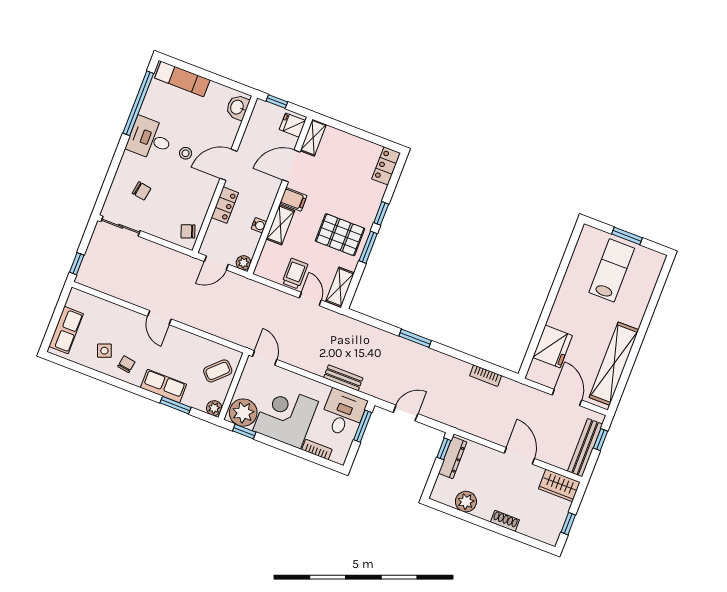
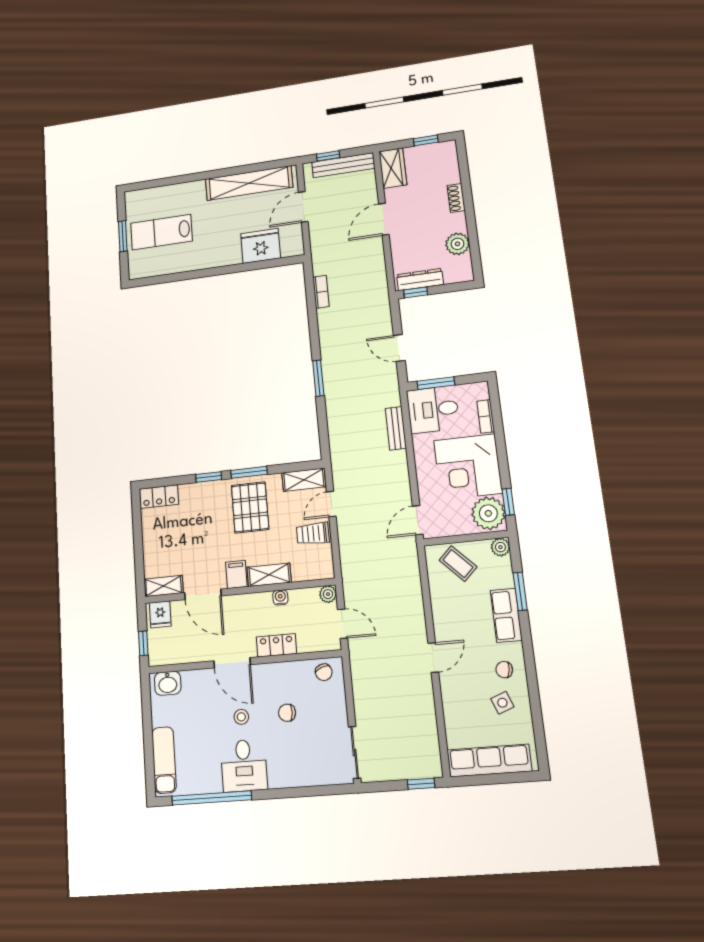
chair: (141, 191) -> (287, 713), moved, turned -96
row of seats: (66, 330) -> (489, 761), width x1.48

